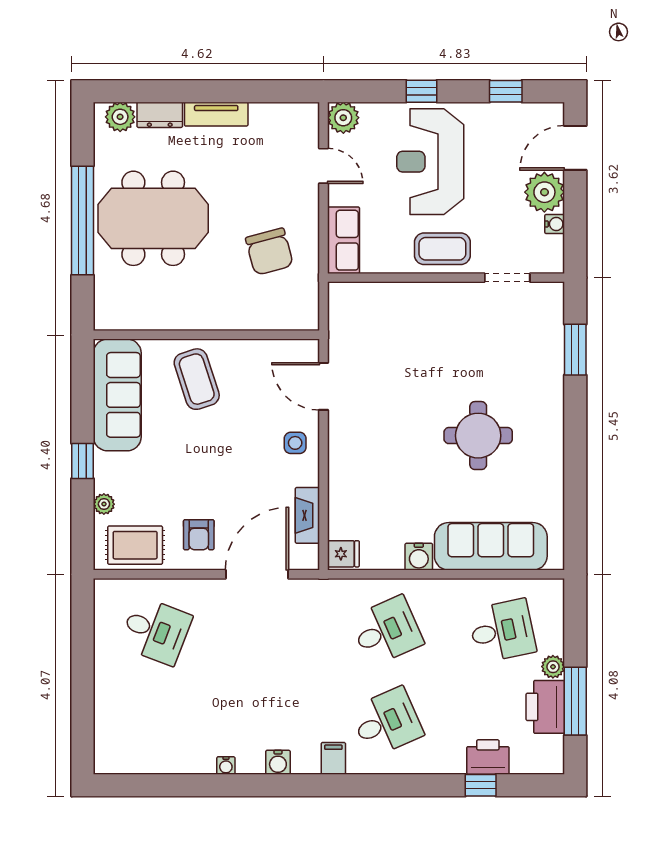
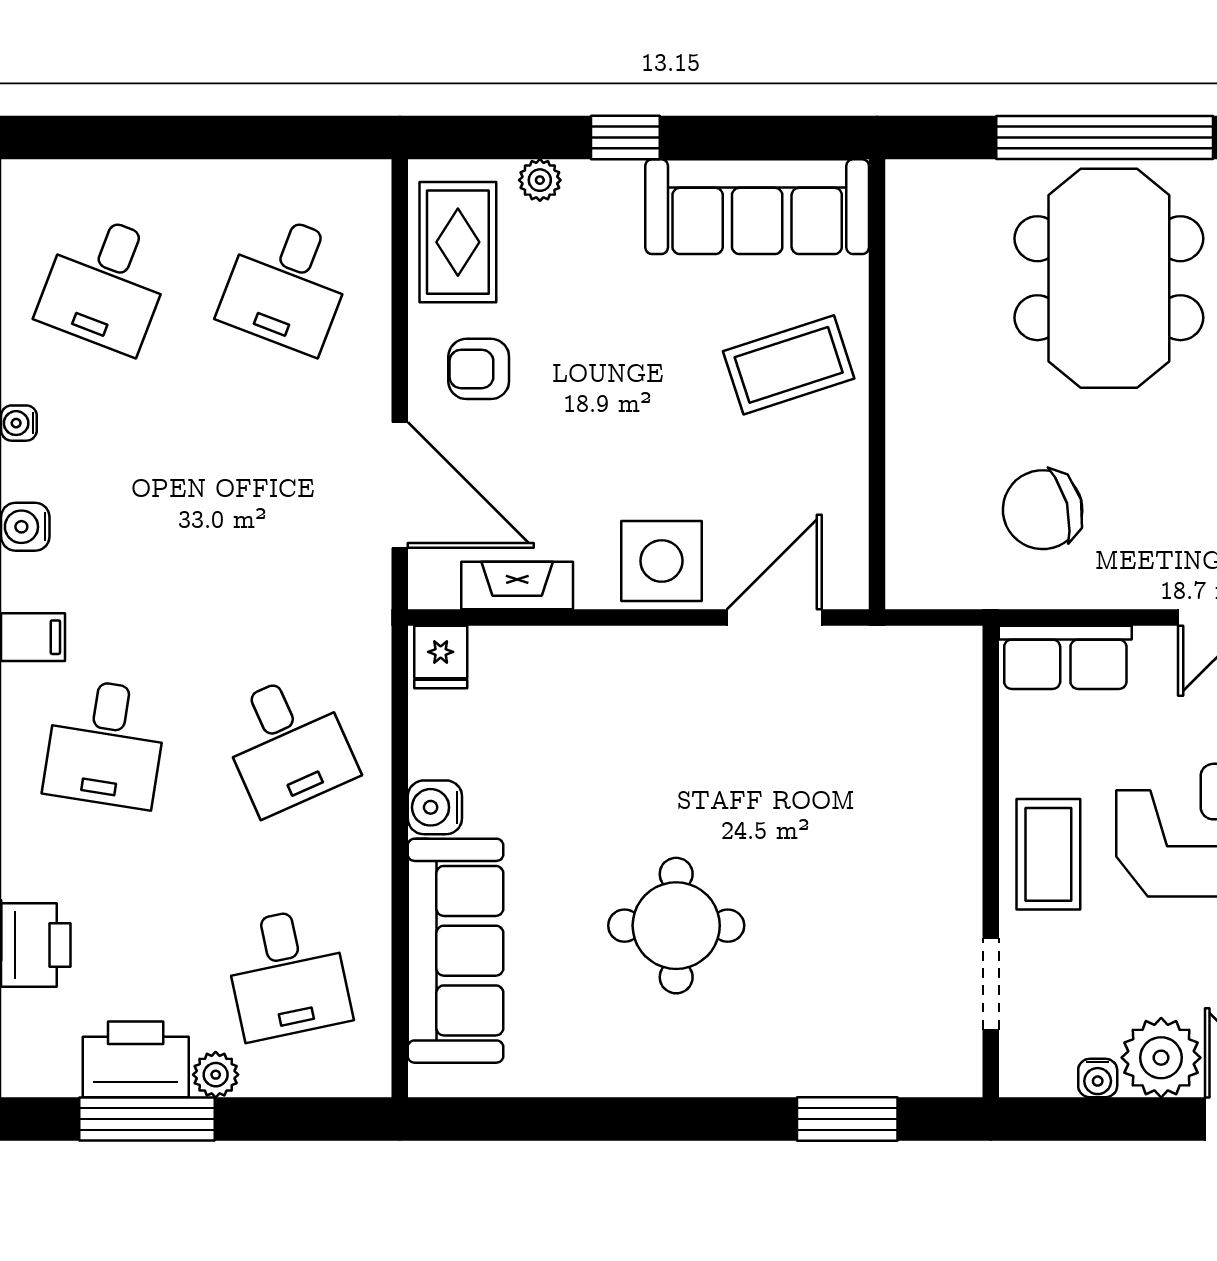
side table: (295, 443) -> (662, 561), width x1.87, depth x1.87
desk: (156, 722) -> (106, 283), added
desk: (387, 722) -> (106, 743), turned 33

